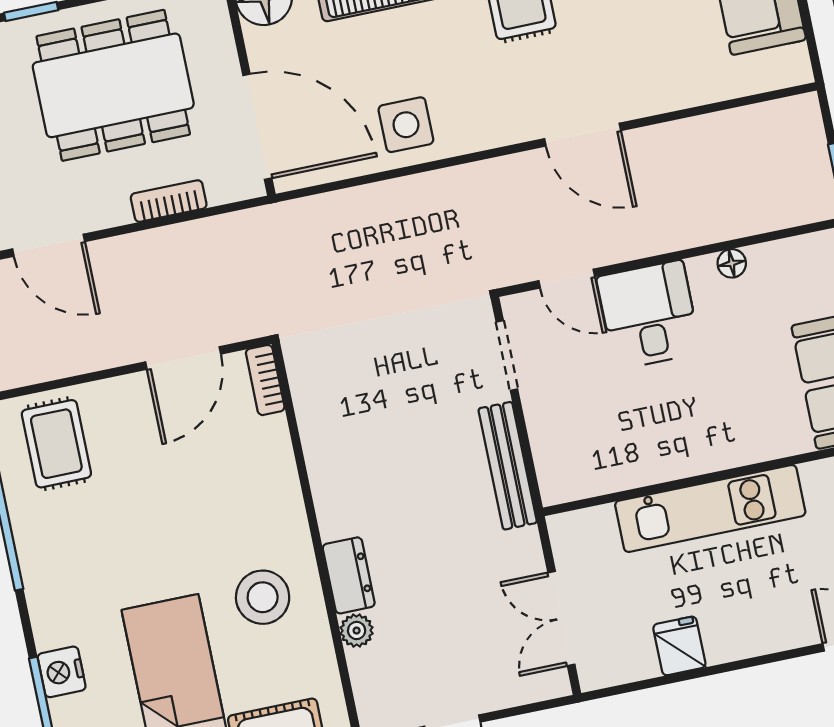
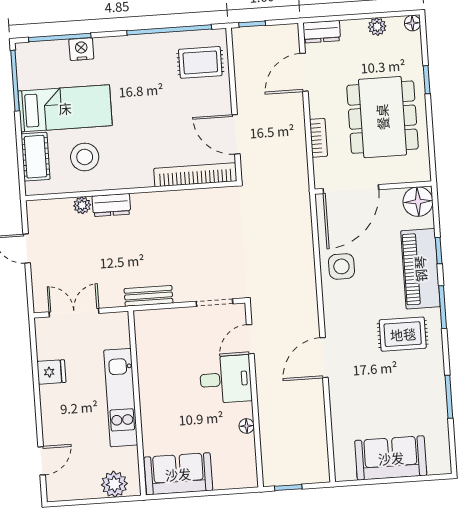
bookcase: (265, 380) -> (195, 175), width x2.31, depth x1.31
bench: (508, 466) -> (149, 296), width x0.73
stool: (263, 597) -> (85, 157), moved

